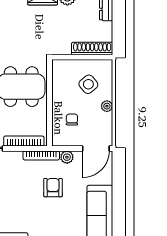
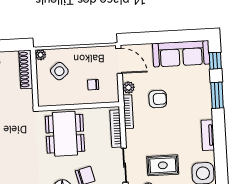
plant: (107, 106) -> (41, 55), moved
armchair: (53, 188) -> (158, 99), turned 180

